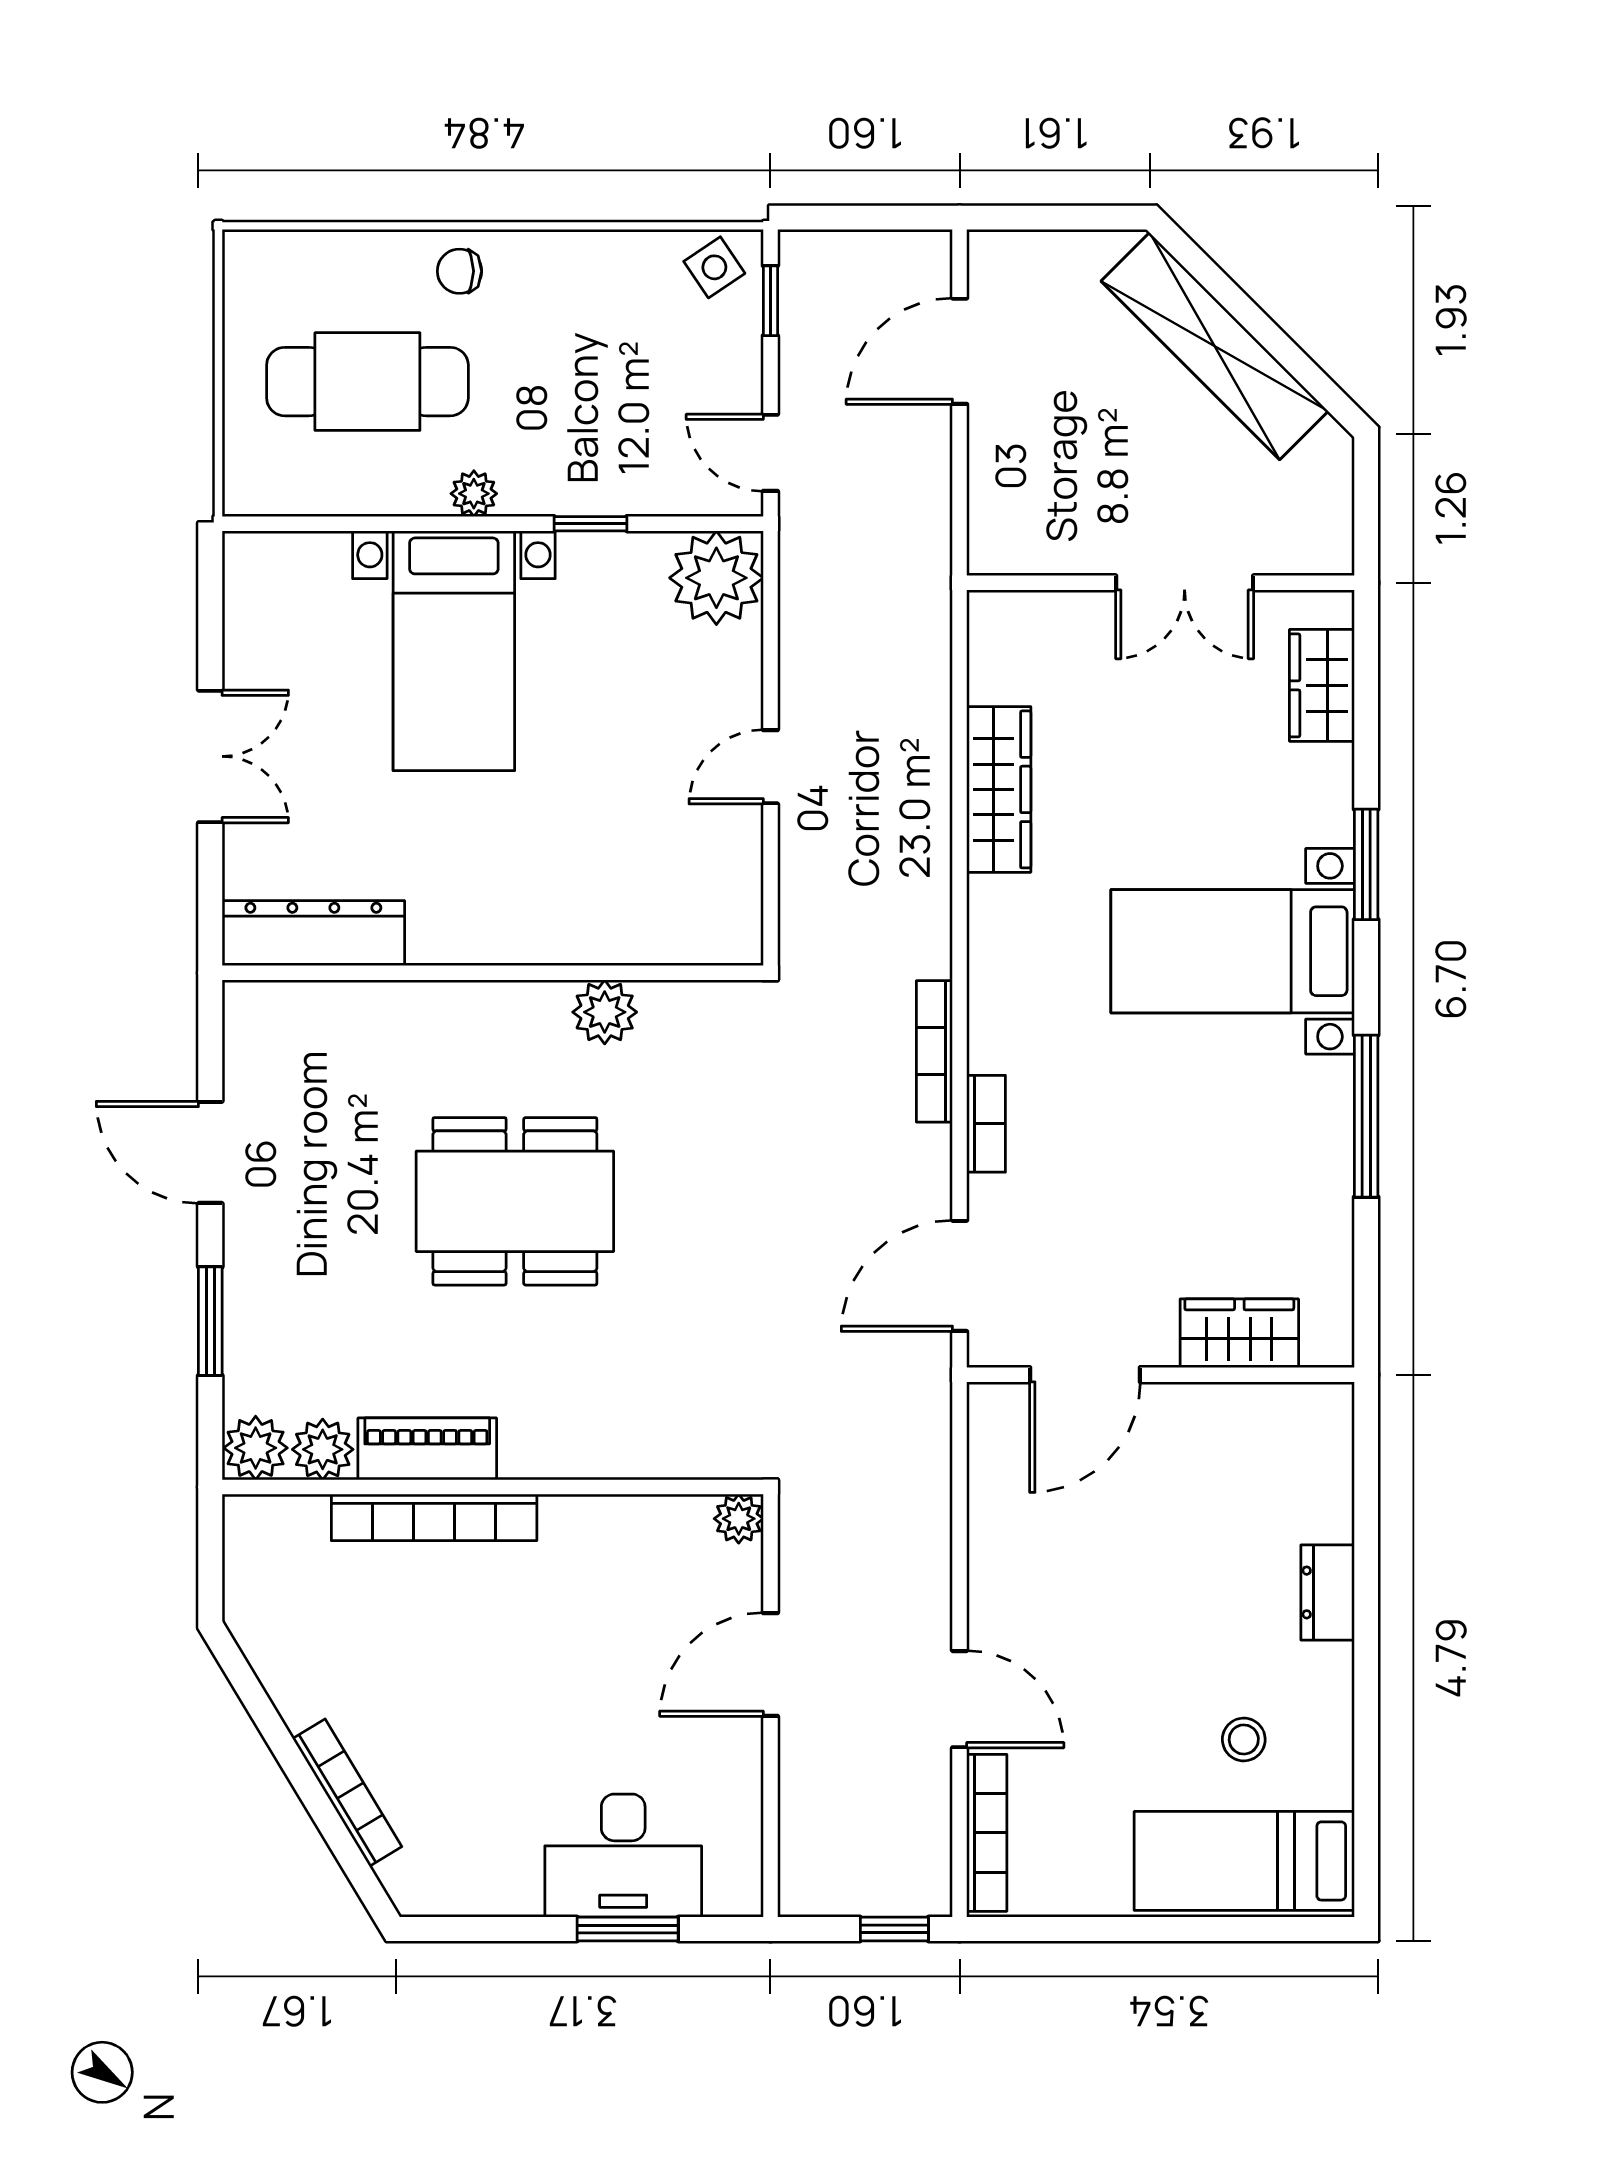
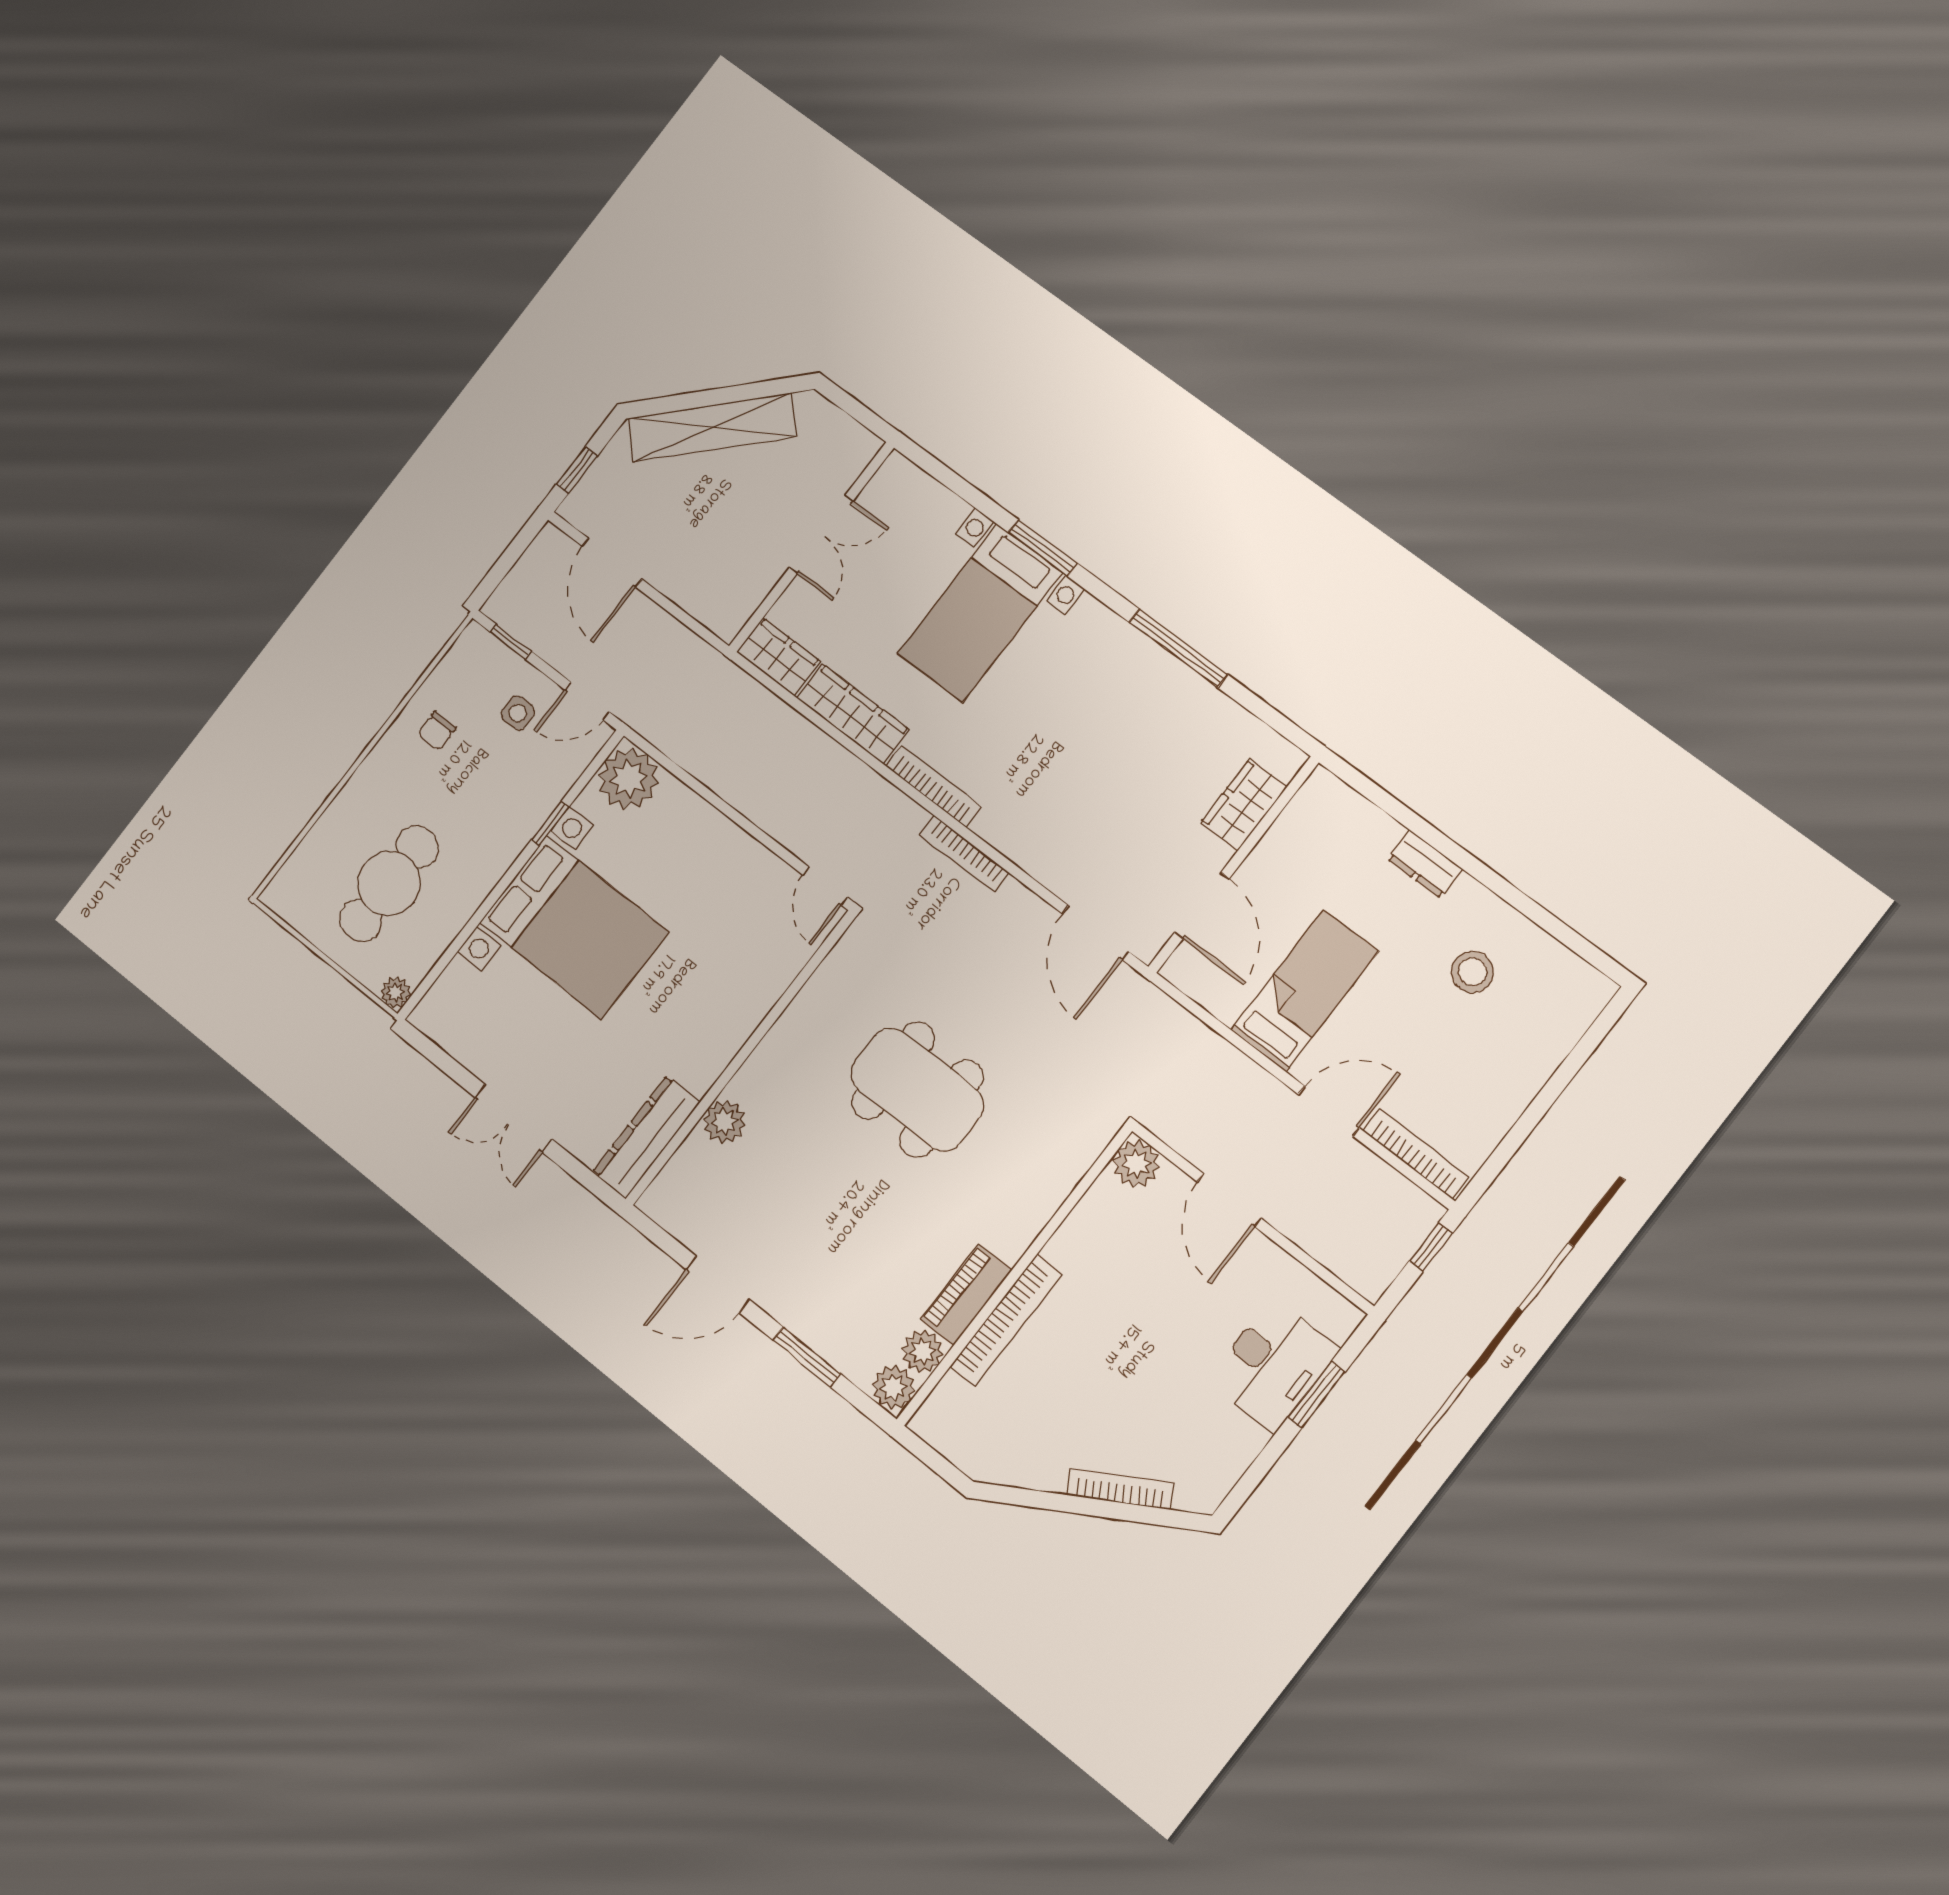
window: (1039, 218) -> (577, 470), added
side table: (714, 267) -> (518, 713), moved, turned 34
chair: (459, 271) -> (437, 731), moved
plant: (474, 494) -> (395, 993), moved
bed with nightstands: (454, 651) -> (574, 927), width x1.36
wardrobe: (1322, 685) -> (778, 657), moved, turned 180
double door: (210, 756) -> (513, 1118), swing flipped
door: (770, 767) -> (825, 886), moved
bed with nightstands: (1233, 951) -> (980, 613), moved
plant: (605, 1012) -> (724, 1122), moved
bookcase: (986, 1124) -> (934, 786), moved, width x1.56
dining table: (515, 1201) -> (917, 1089), moved, turned 90
plant: (739, 1519) -> (1136, 1164), width x1.38, depth x1.38
stool: (1244, 1739) -> (1473, 972), width x1.37, depth x1.37
bed: (1244, 1861) -> (1305, 991), moved, turned 180

